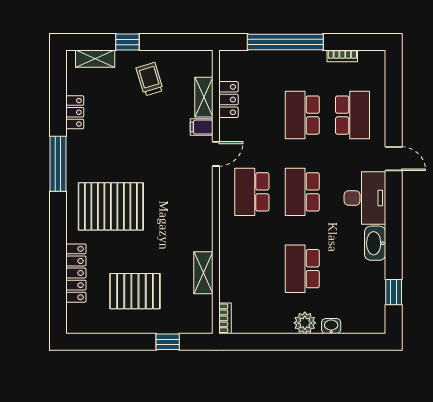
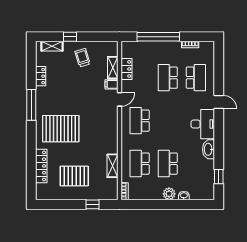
school desk: (302, 192) -> (140, 164), moved

